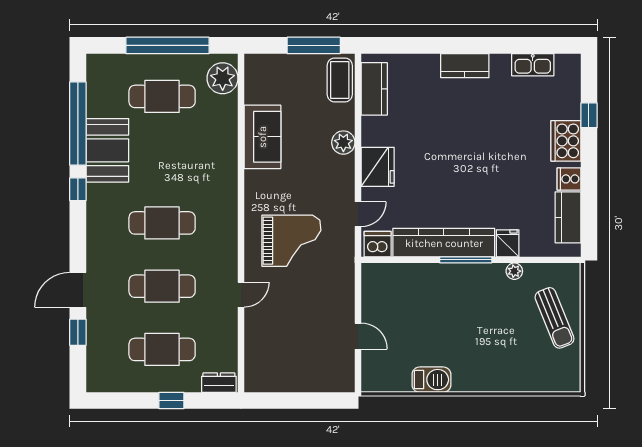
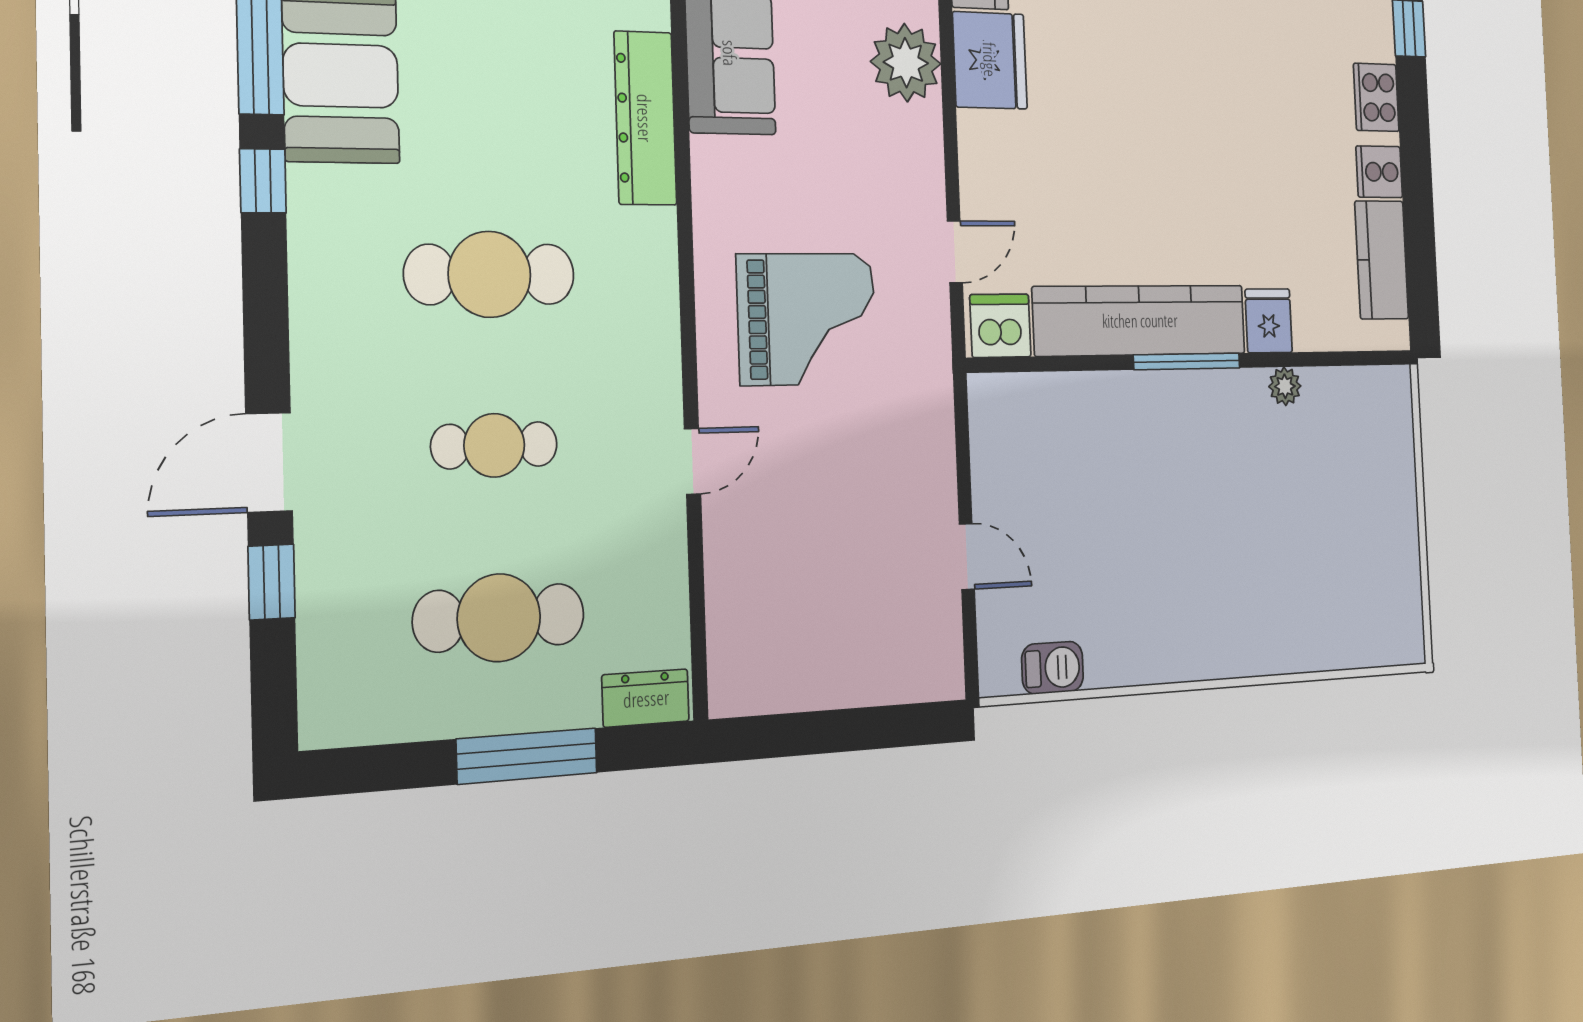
cooker: (566, 141) -> (1376, 97), width x0.73, depth x0.76
plant: (343, 143) -> (906, 63), width x1.36, depth x1.36
dresser: (226, 163) -> (645, 118), added
fridge: (378, 167) -> (990, 60), moved
cafe table: (162, 286) -> (494, 445), width x0.73, depth x0.74
sun lounger: (555, 318) -> (1368, 493), removed
barbecue: (431, 380) -> (1053, 668), moved, width x0.73, depth x0.79
window: (171, 400) -> (527, 756), width x2.17

